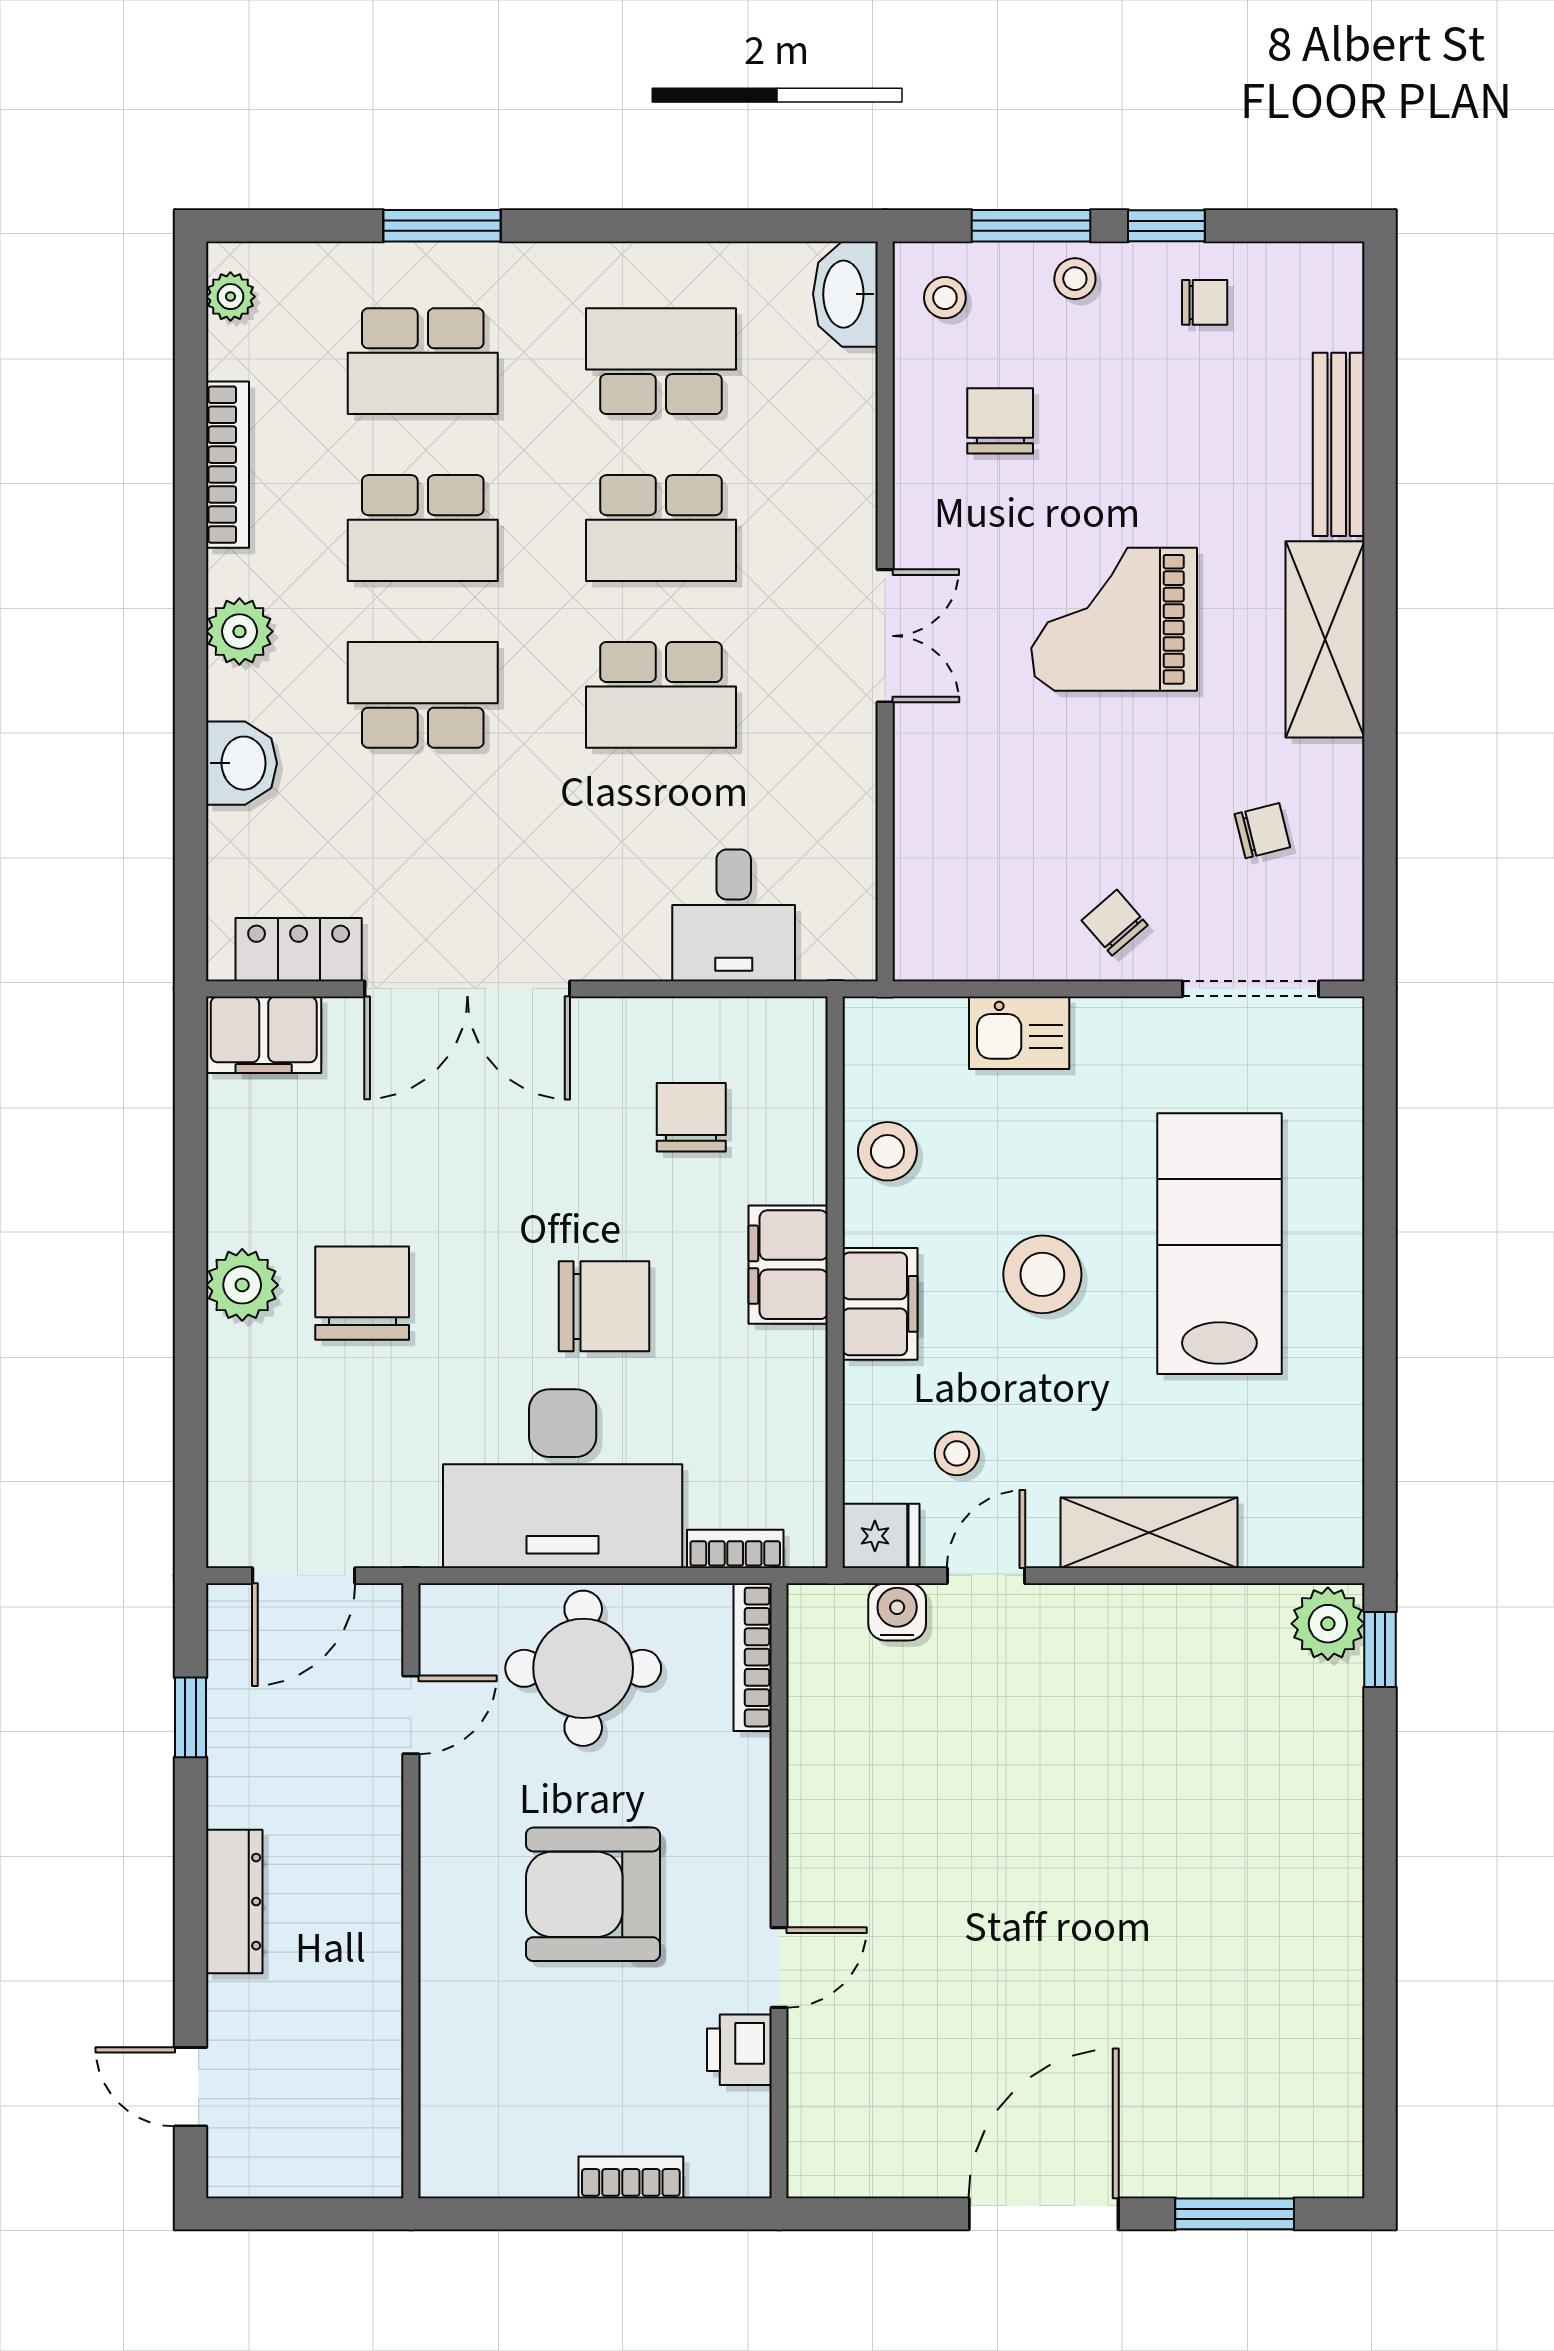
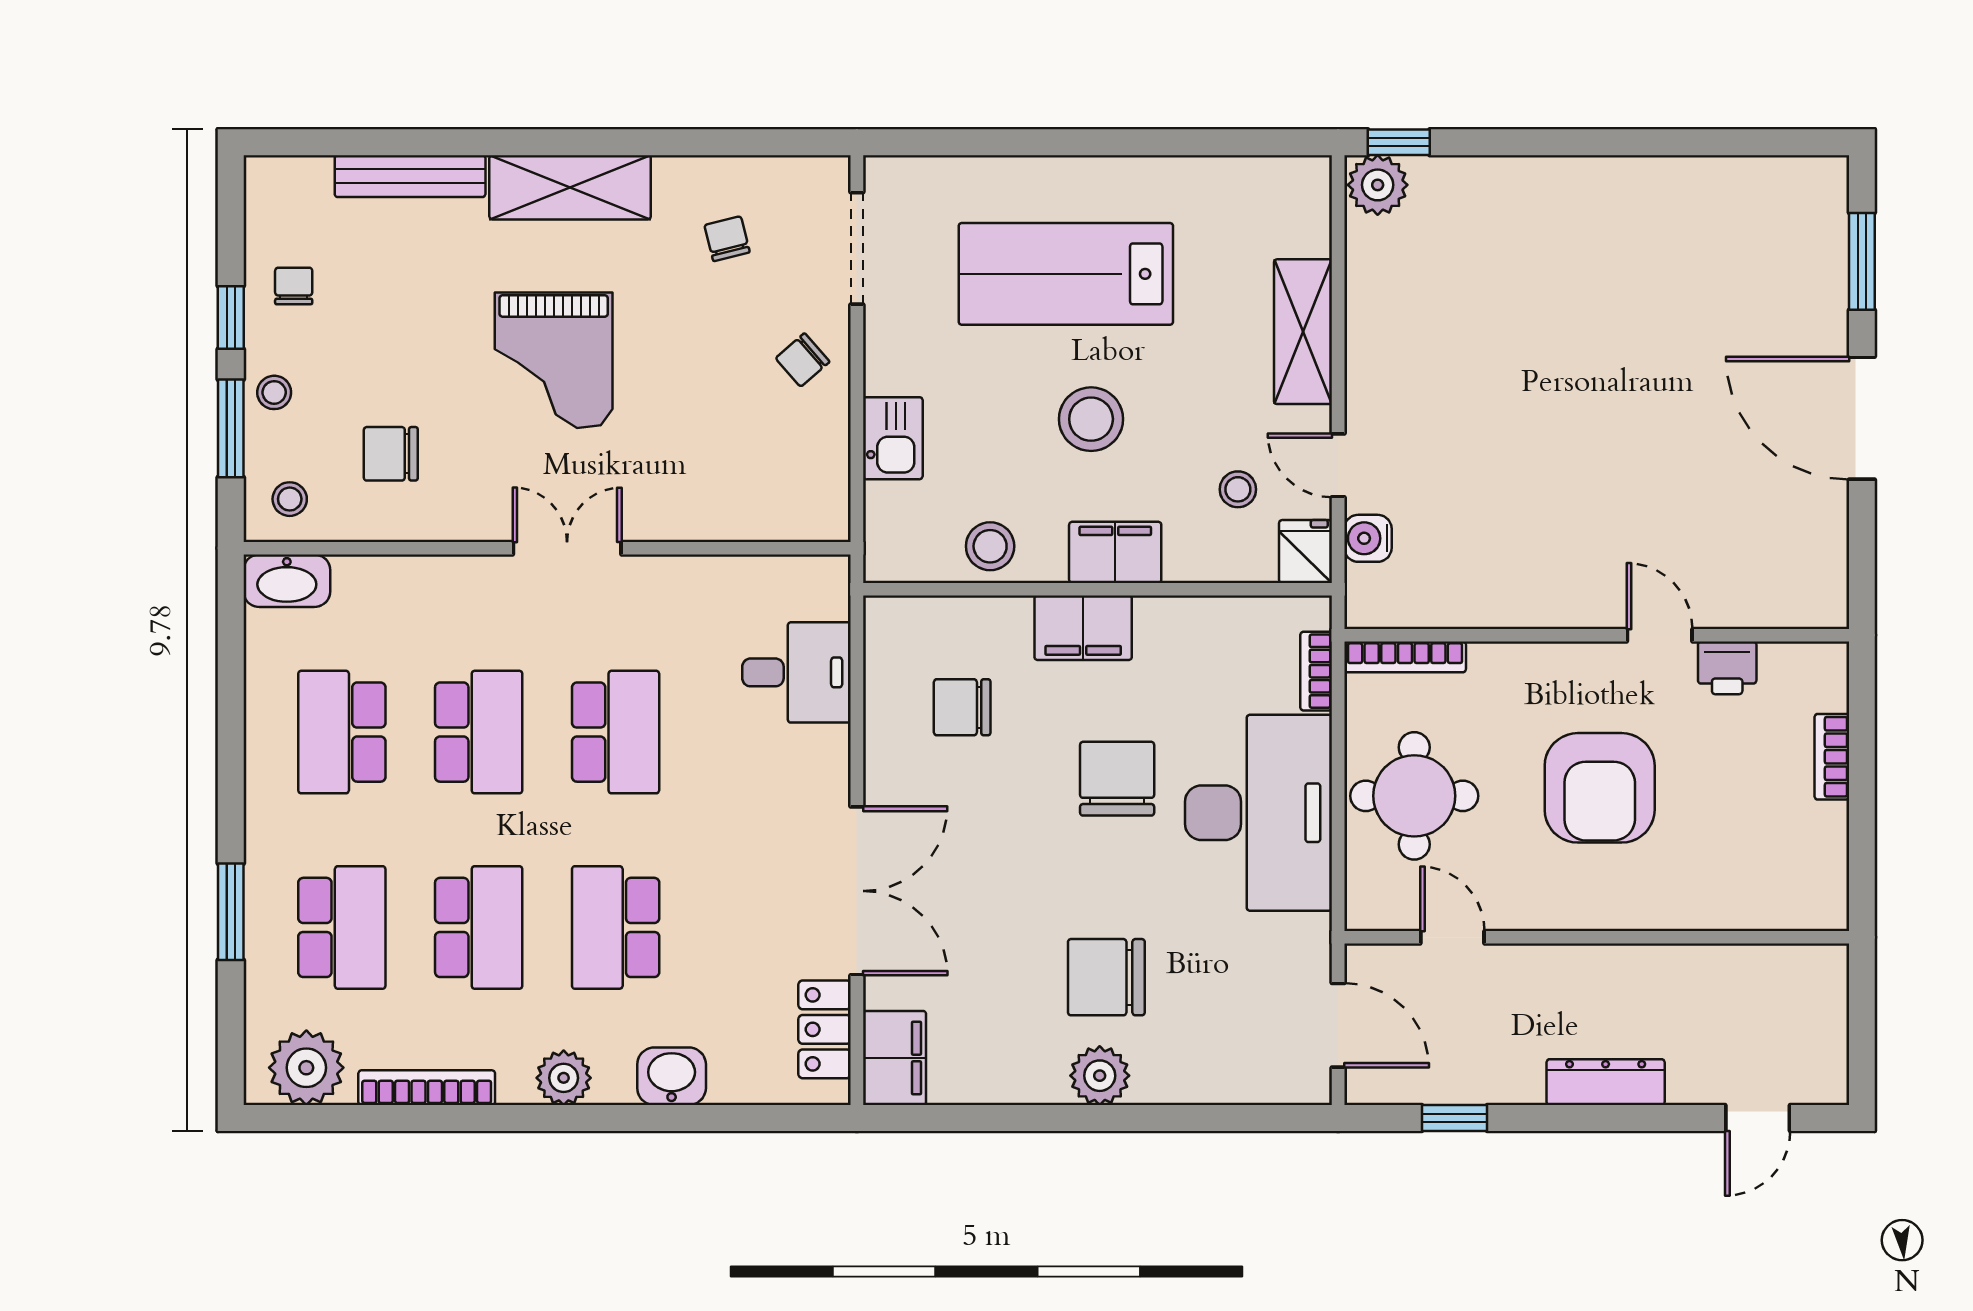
plant: (230, 297) -> (306, 1068), width x1.88, depth x1.88

